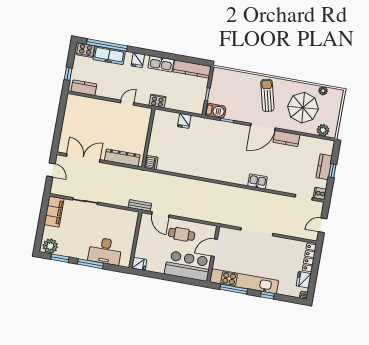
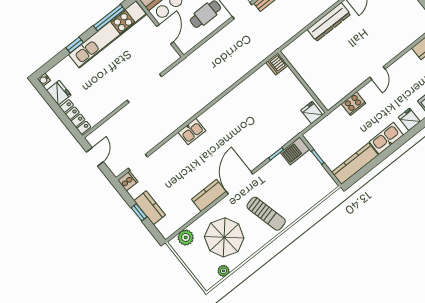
wall: (148, 138) -> (303, 82), moved
dishwasher: (151, 162) -> (277, 64), moved

